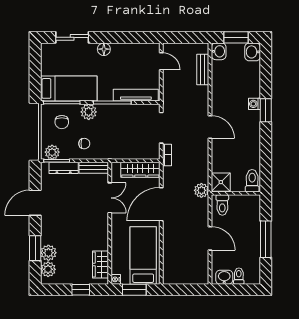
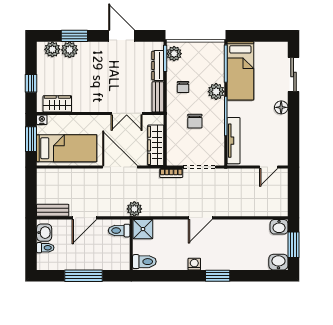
bench: (203, 70) -> (53, 210), moved
washing machine: (254, 104) -> (194, 264), moved
chair: (62, 122) -> (195, 121), moved, turned -90

